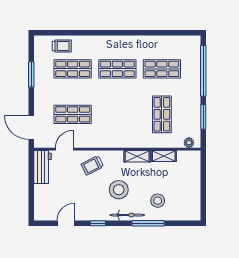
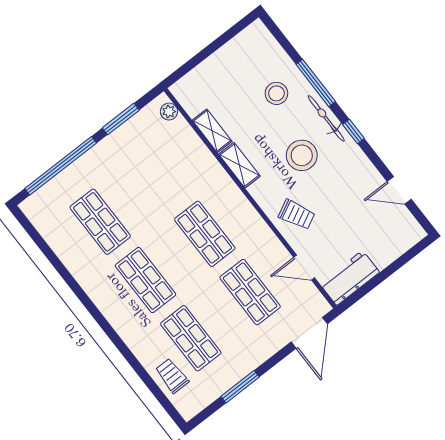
shop shelf: (162, 114) -> (205, 234), moved, turned 90
window: (98, 223) -> (353, 131), moved

